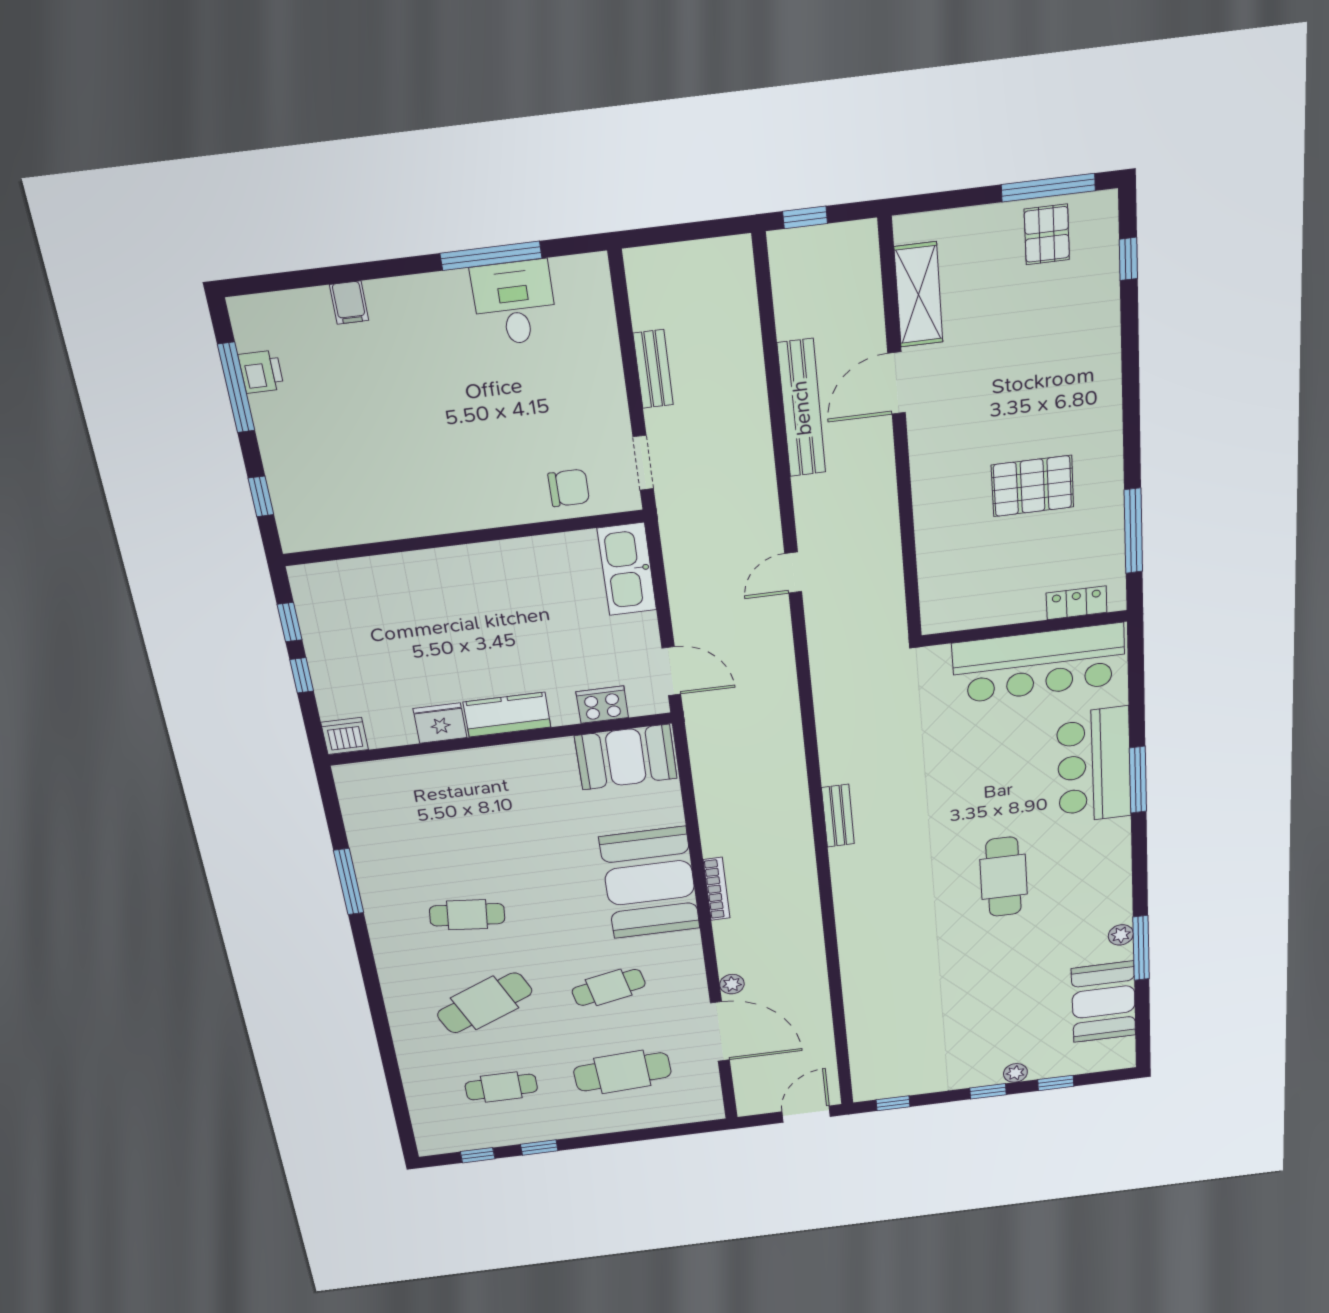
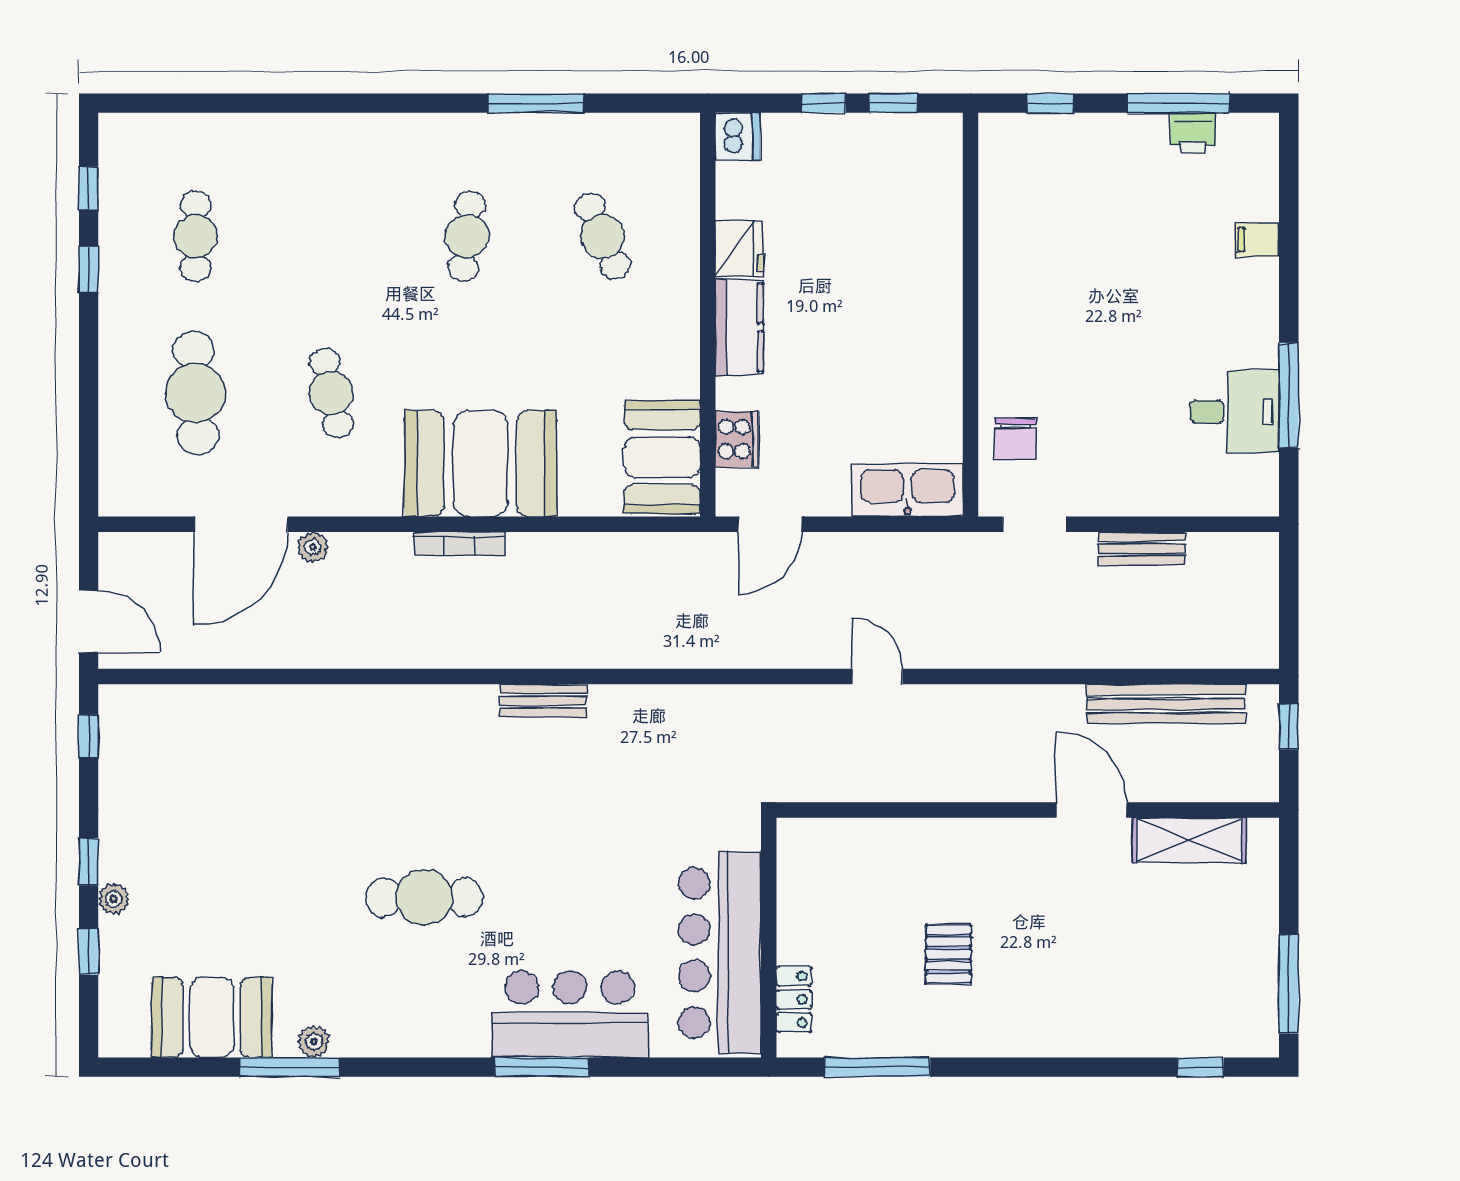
pallet: (1047, 234) -> (1238, 981), removed
bench: (802, 408) -> (1166, 704), moved
pallet: (1032, 486) -> (948, 954), width x0.67, depth x0.71
cafe table: (485, 1003) -> (603, 236), moved, width x0.73, depth x0.74

